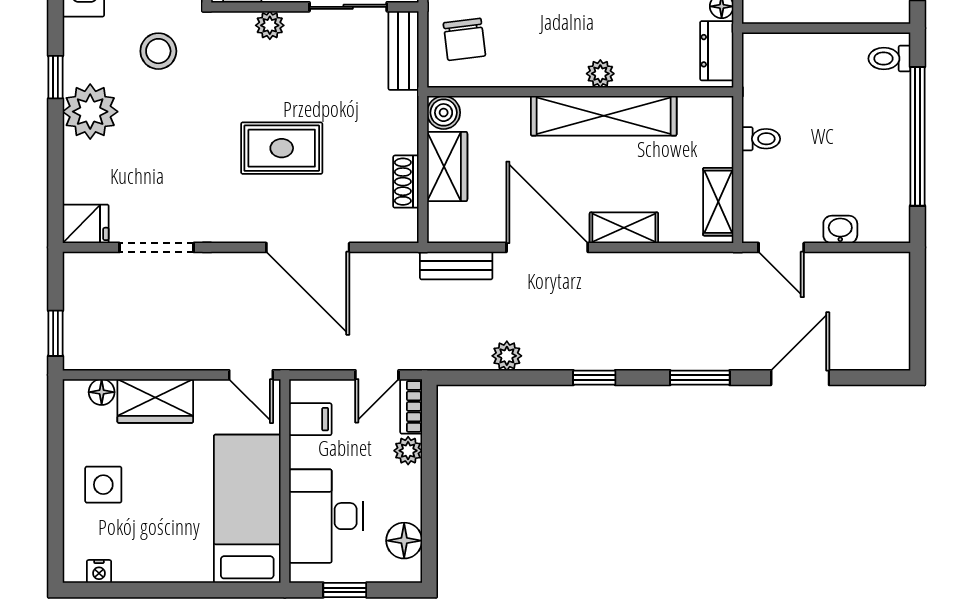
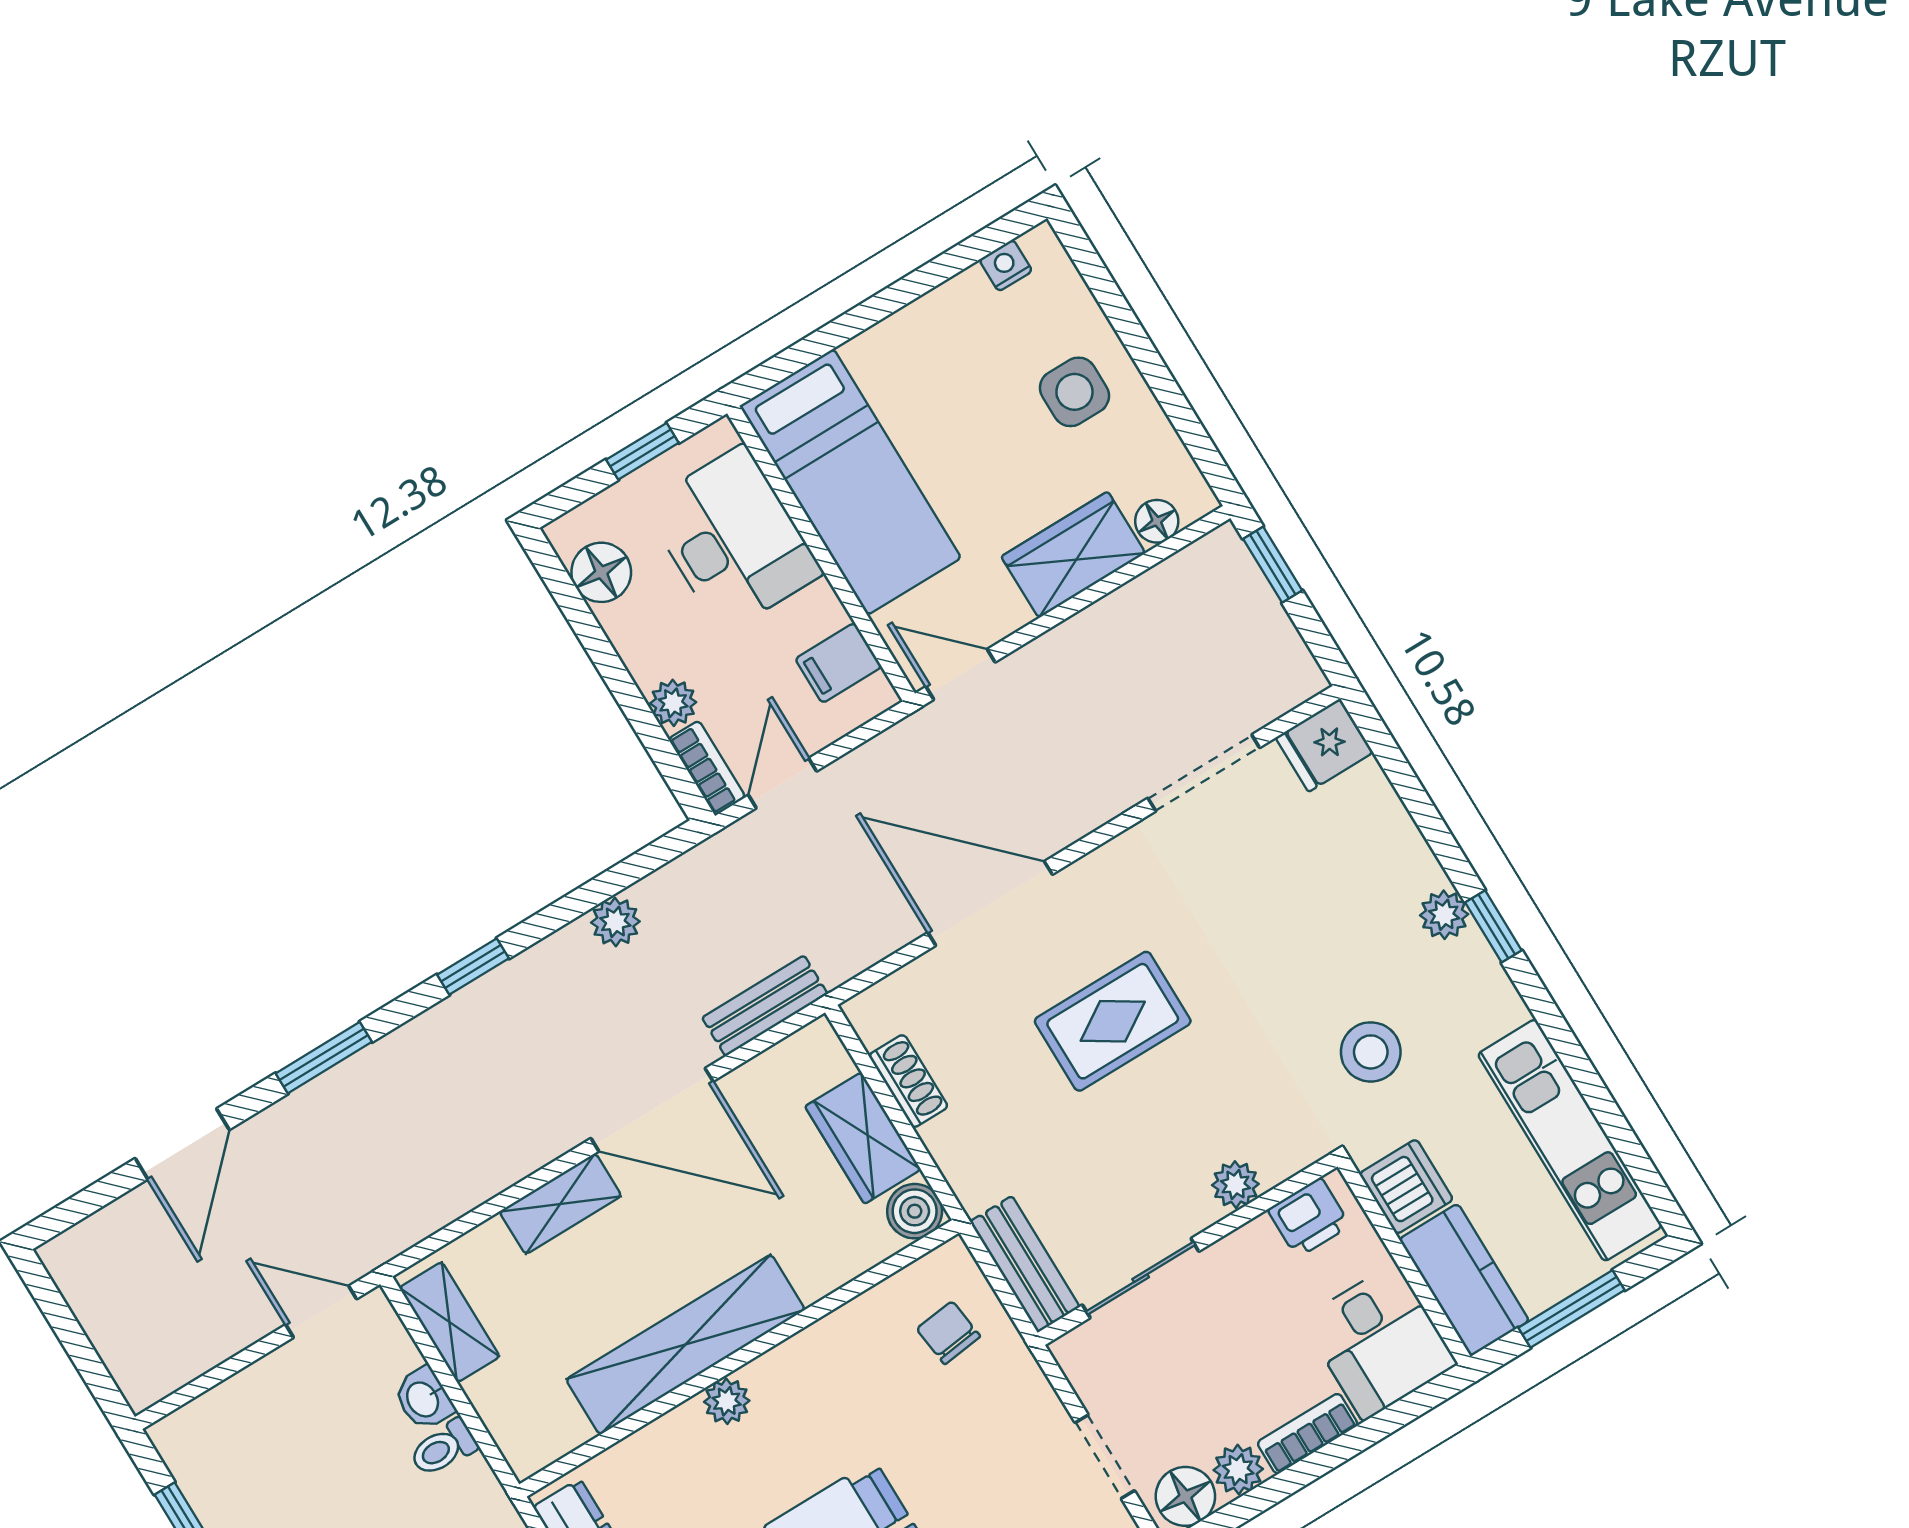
chair: (464, 39) -> (948, 1333), width x0.73, depth x0.73
plant: (90, 112) -> (1444, 915), width x0.53, depth x0.53
washbasin: (840, 229) -> (424, 1399), moved, turned 90

